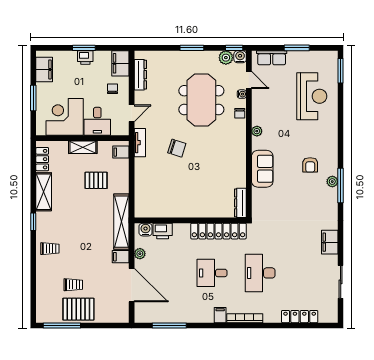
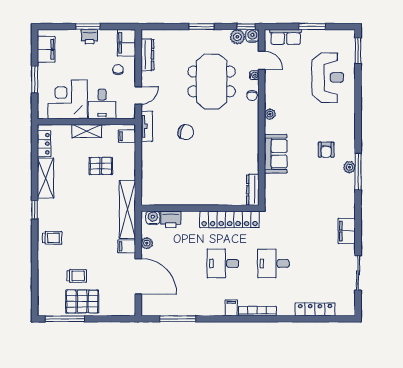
desk: (260, 273) -> (273, 263), width x0.73

